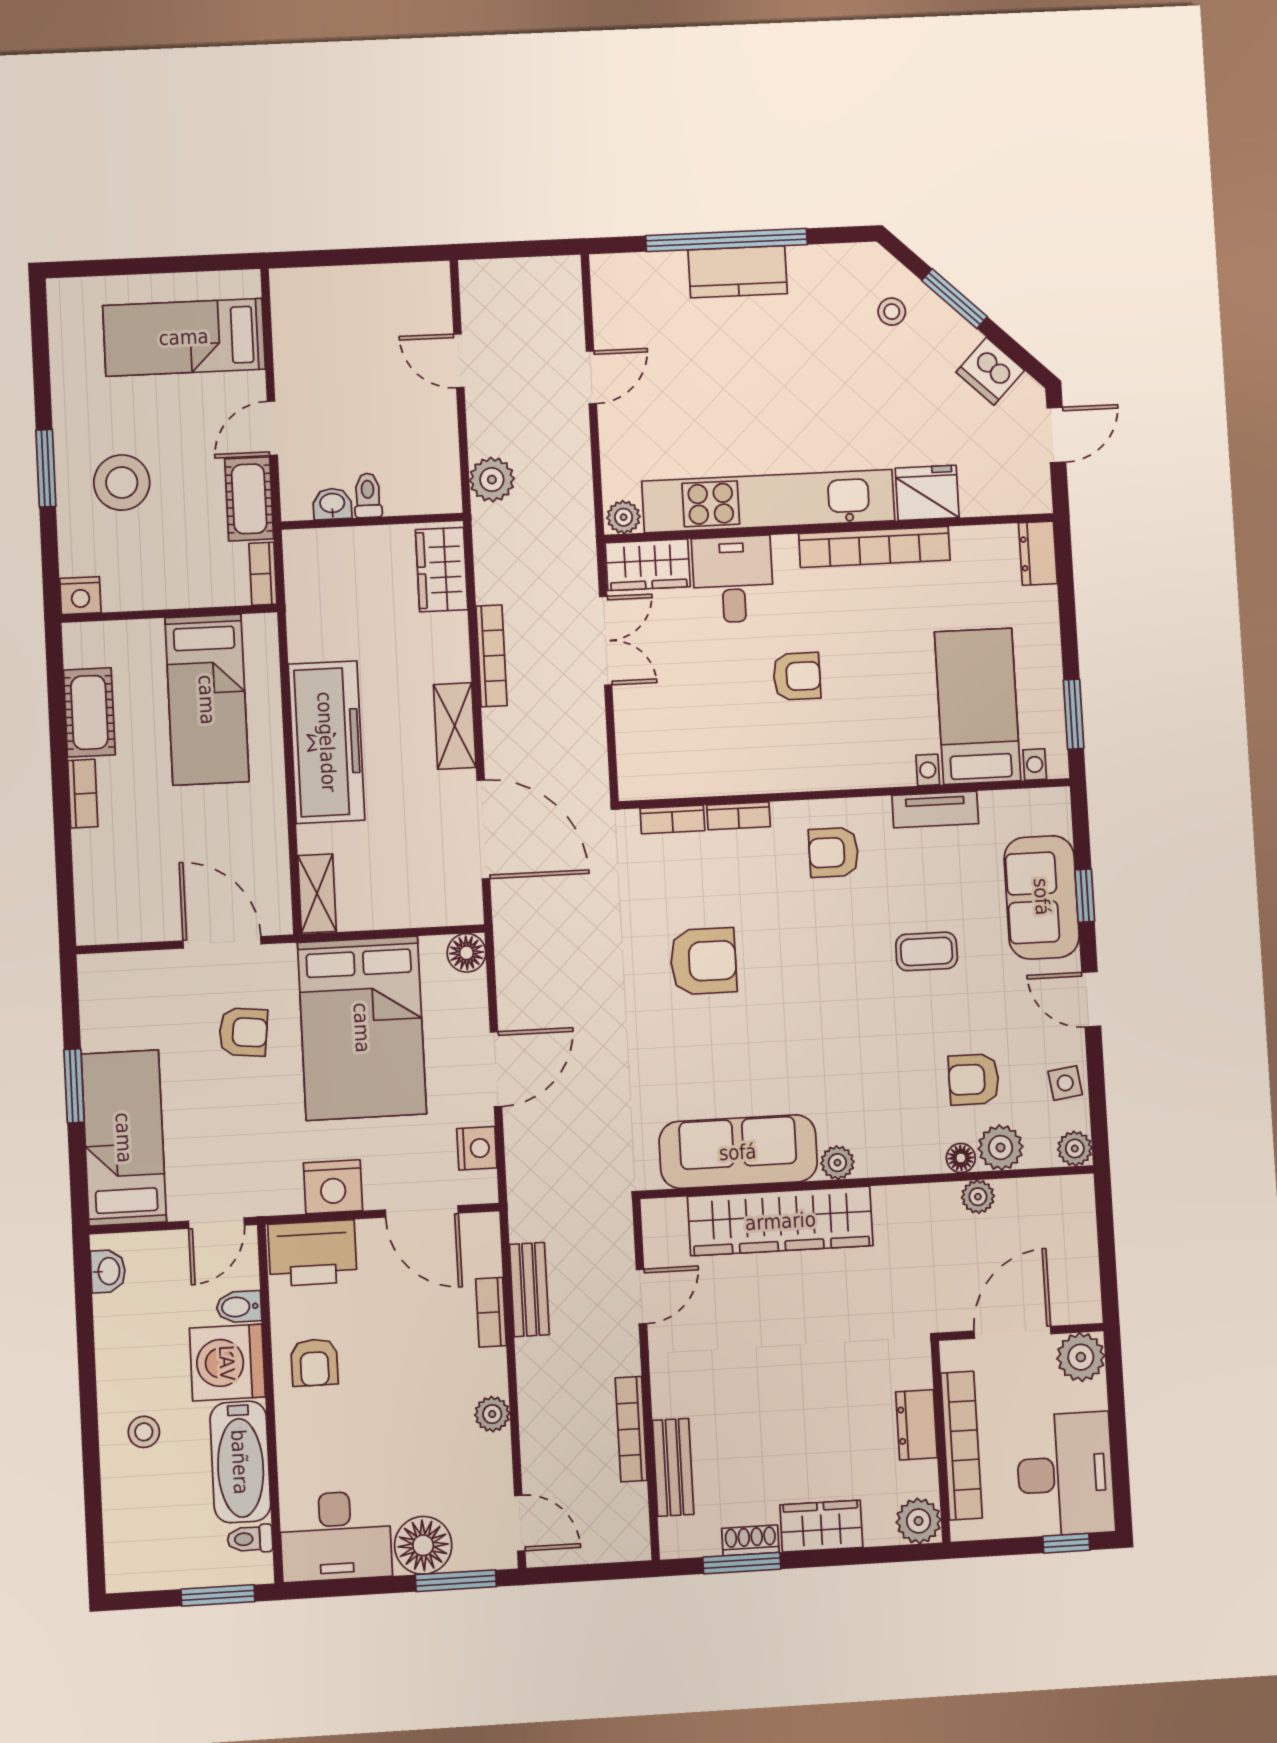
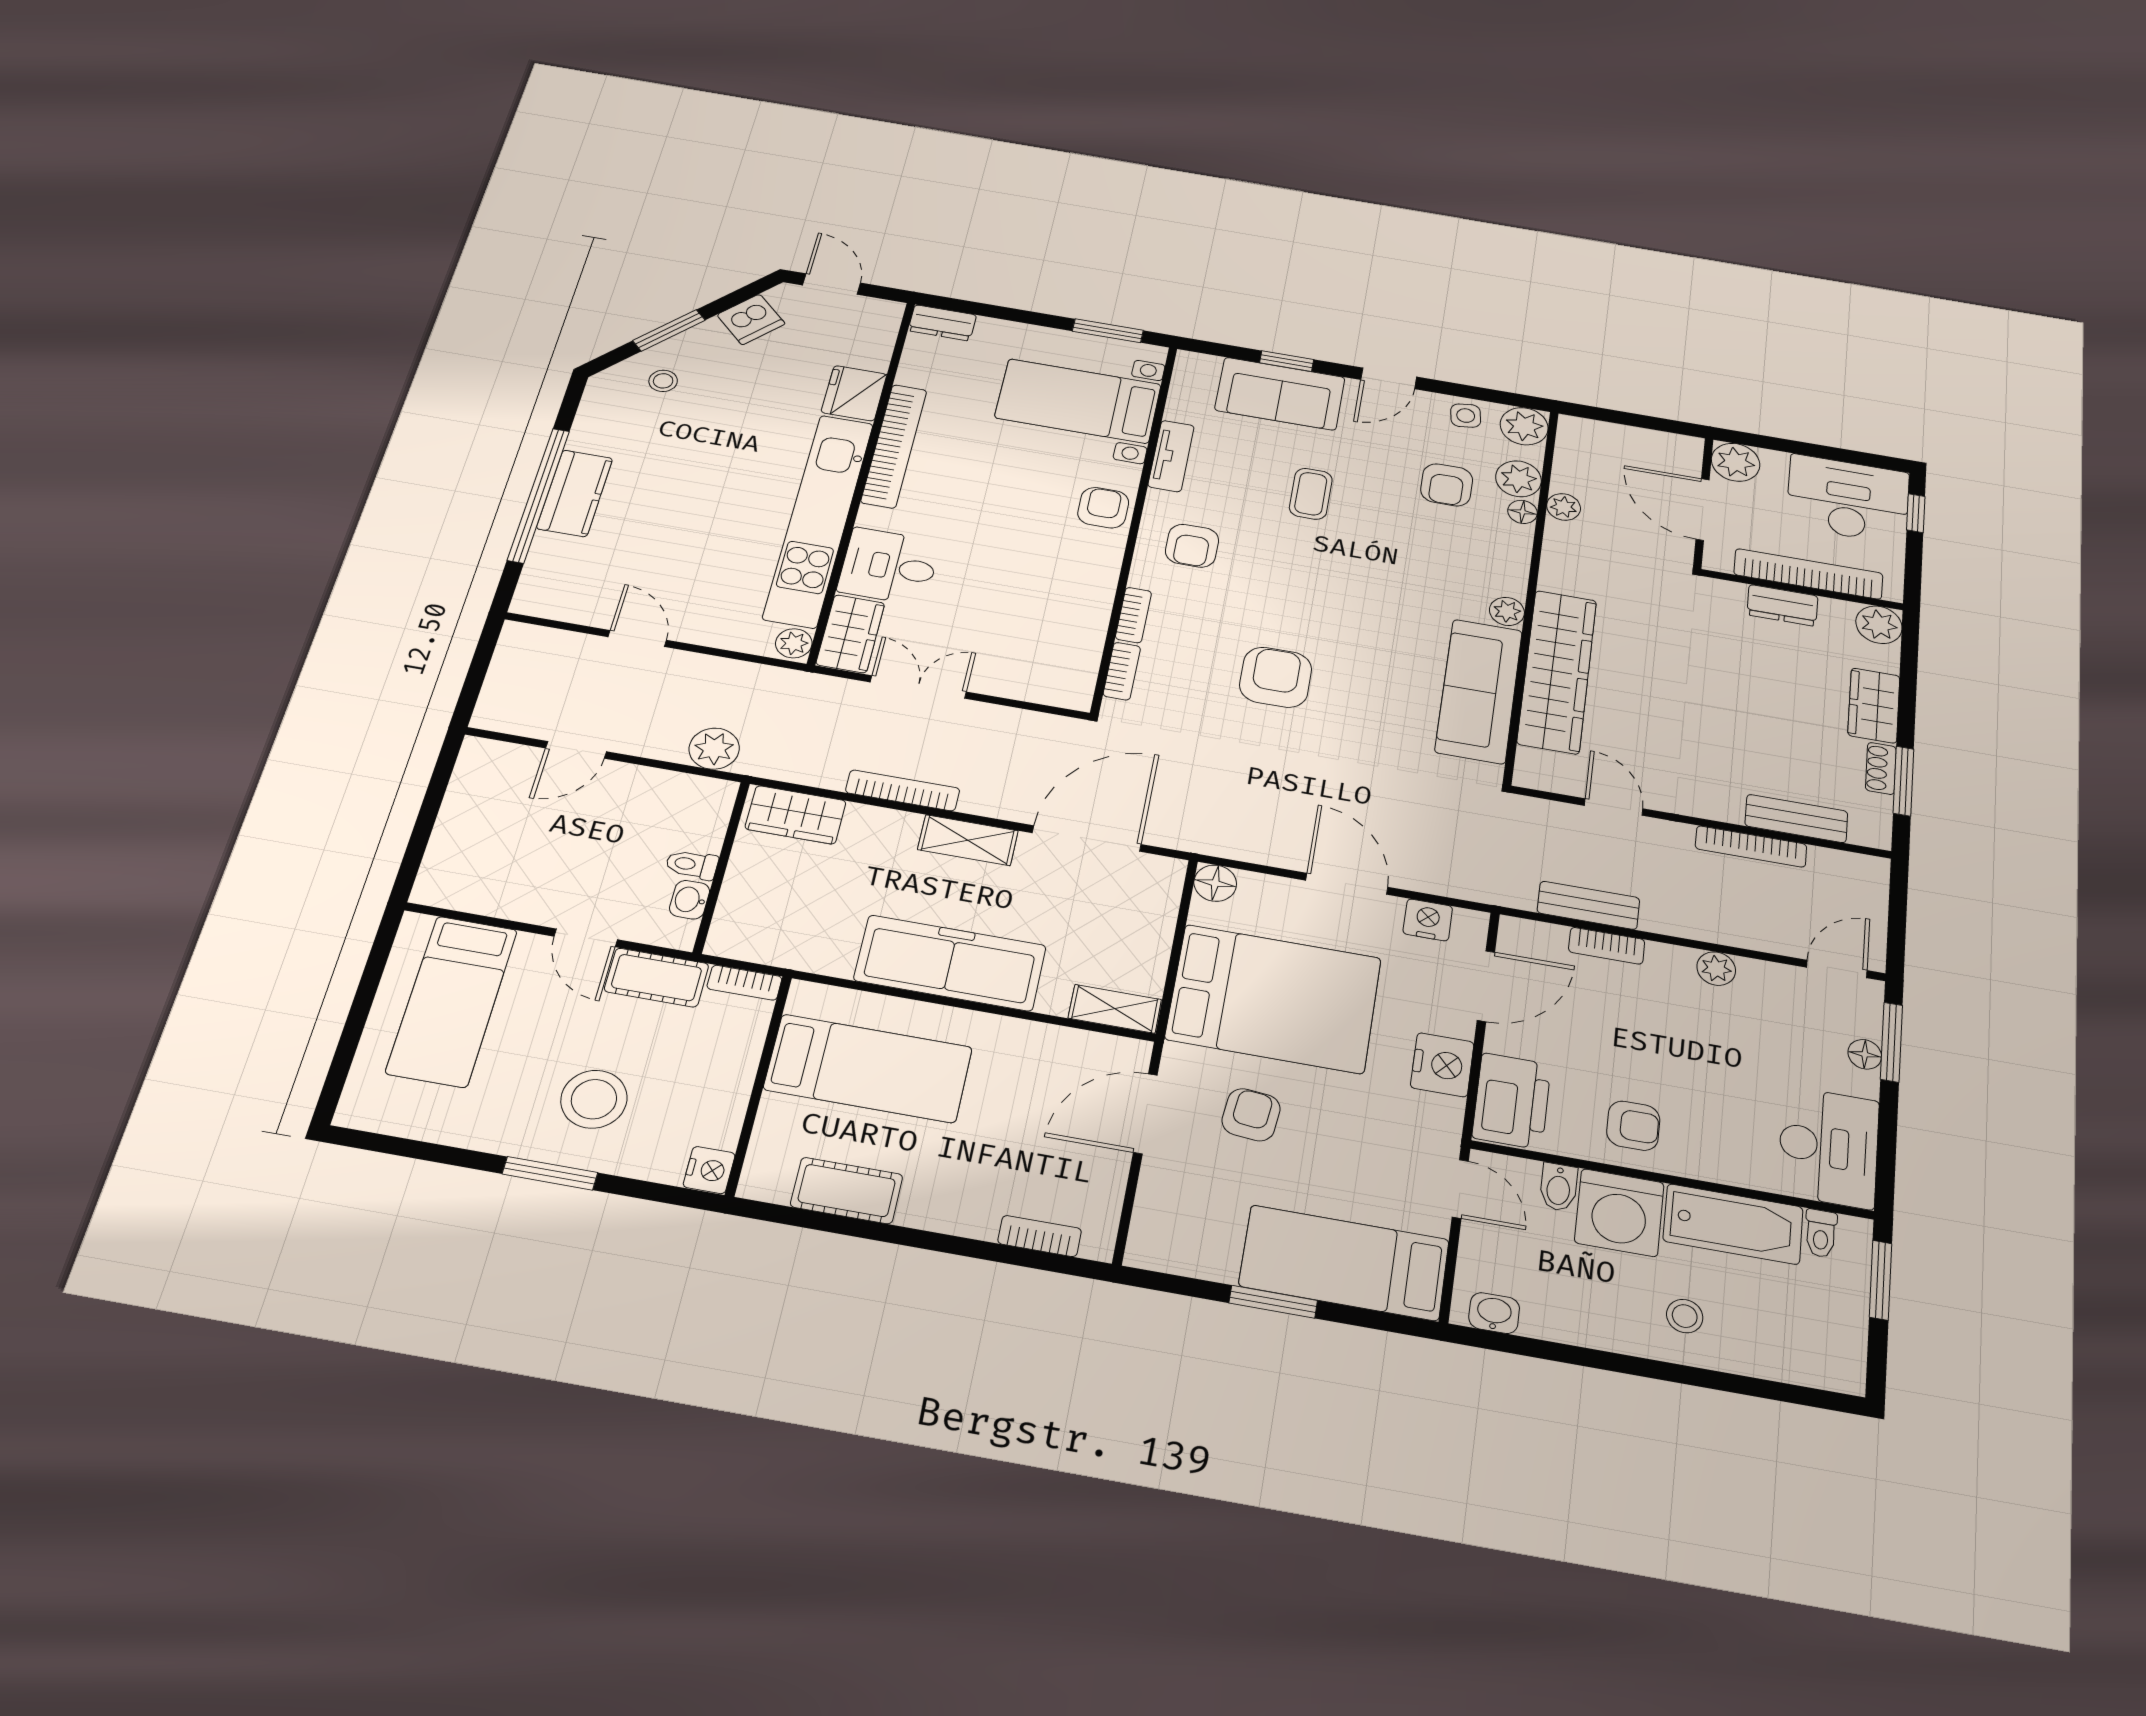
armchair: (797, 676) -> (1103, 508), moved
bookcase: (83, 794) -> (1040, 1236), moved
plant: (1075, 1149) -> (1524, 426), width x1.38, depth x1.38
floor lamp: (423, 1545) -> (1865, 1054), width x0.53, depth x0.53

